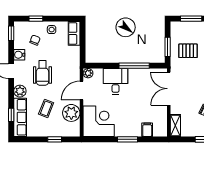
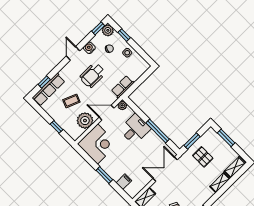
row of seats: (74, 33) -> (123, 87), moved
plant: (20, 91) -> (108, 30), moved

